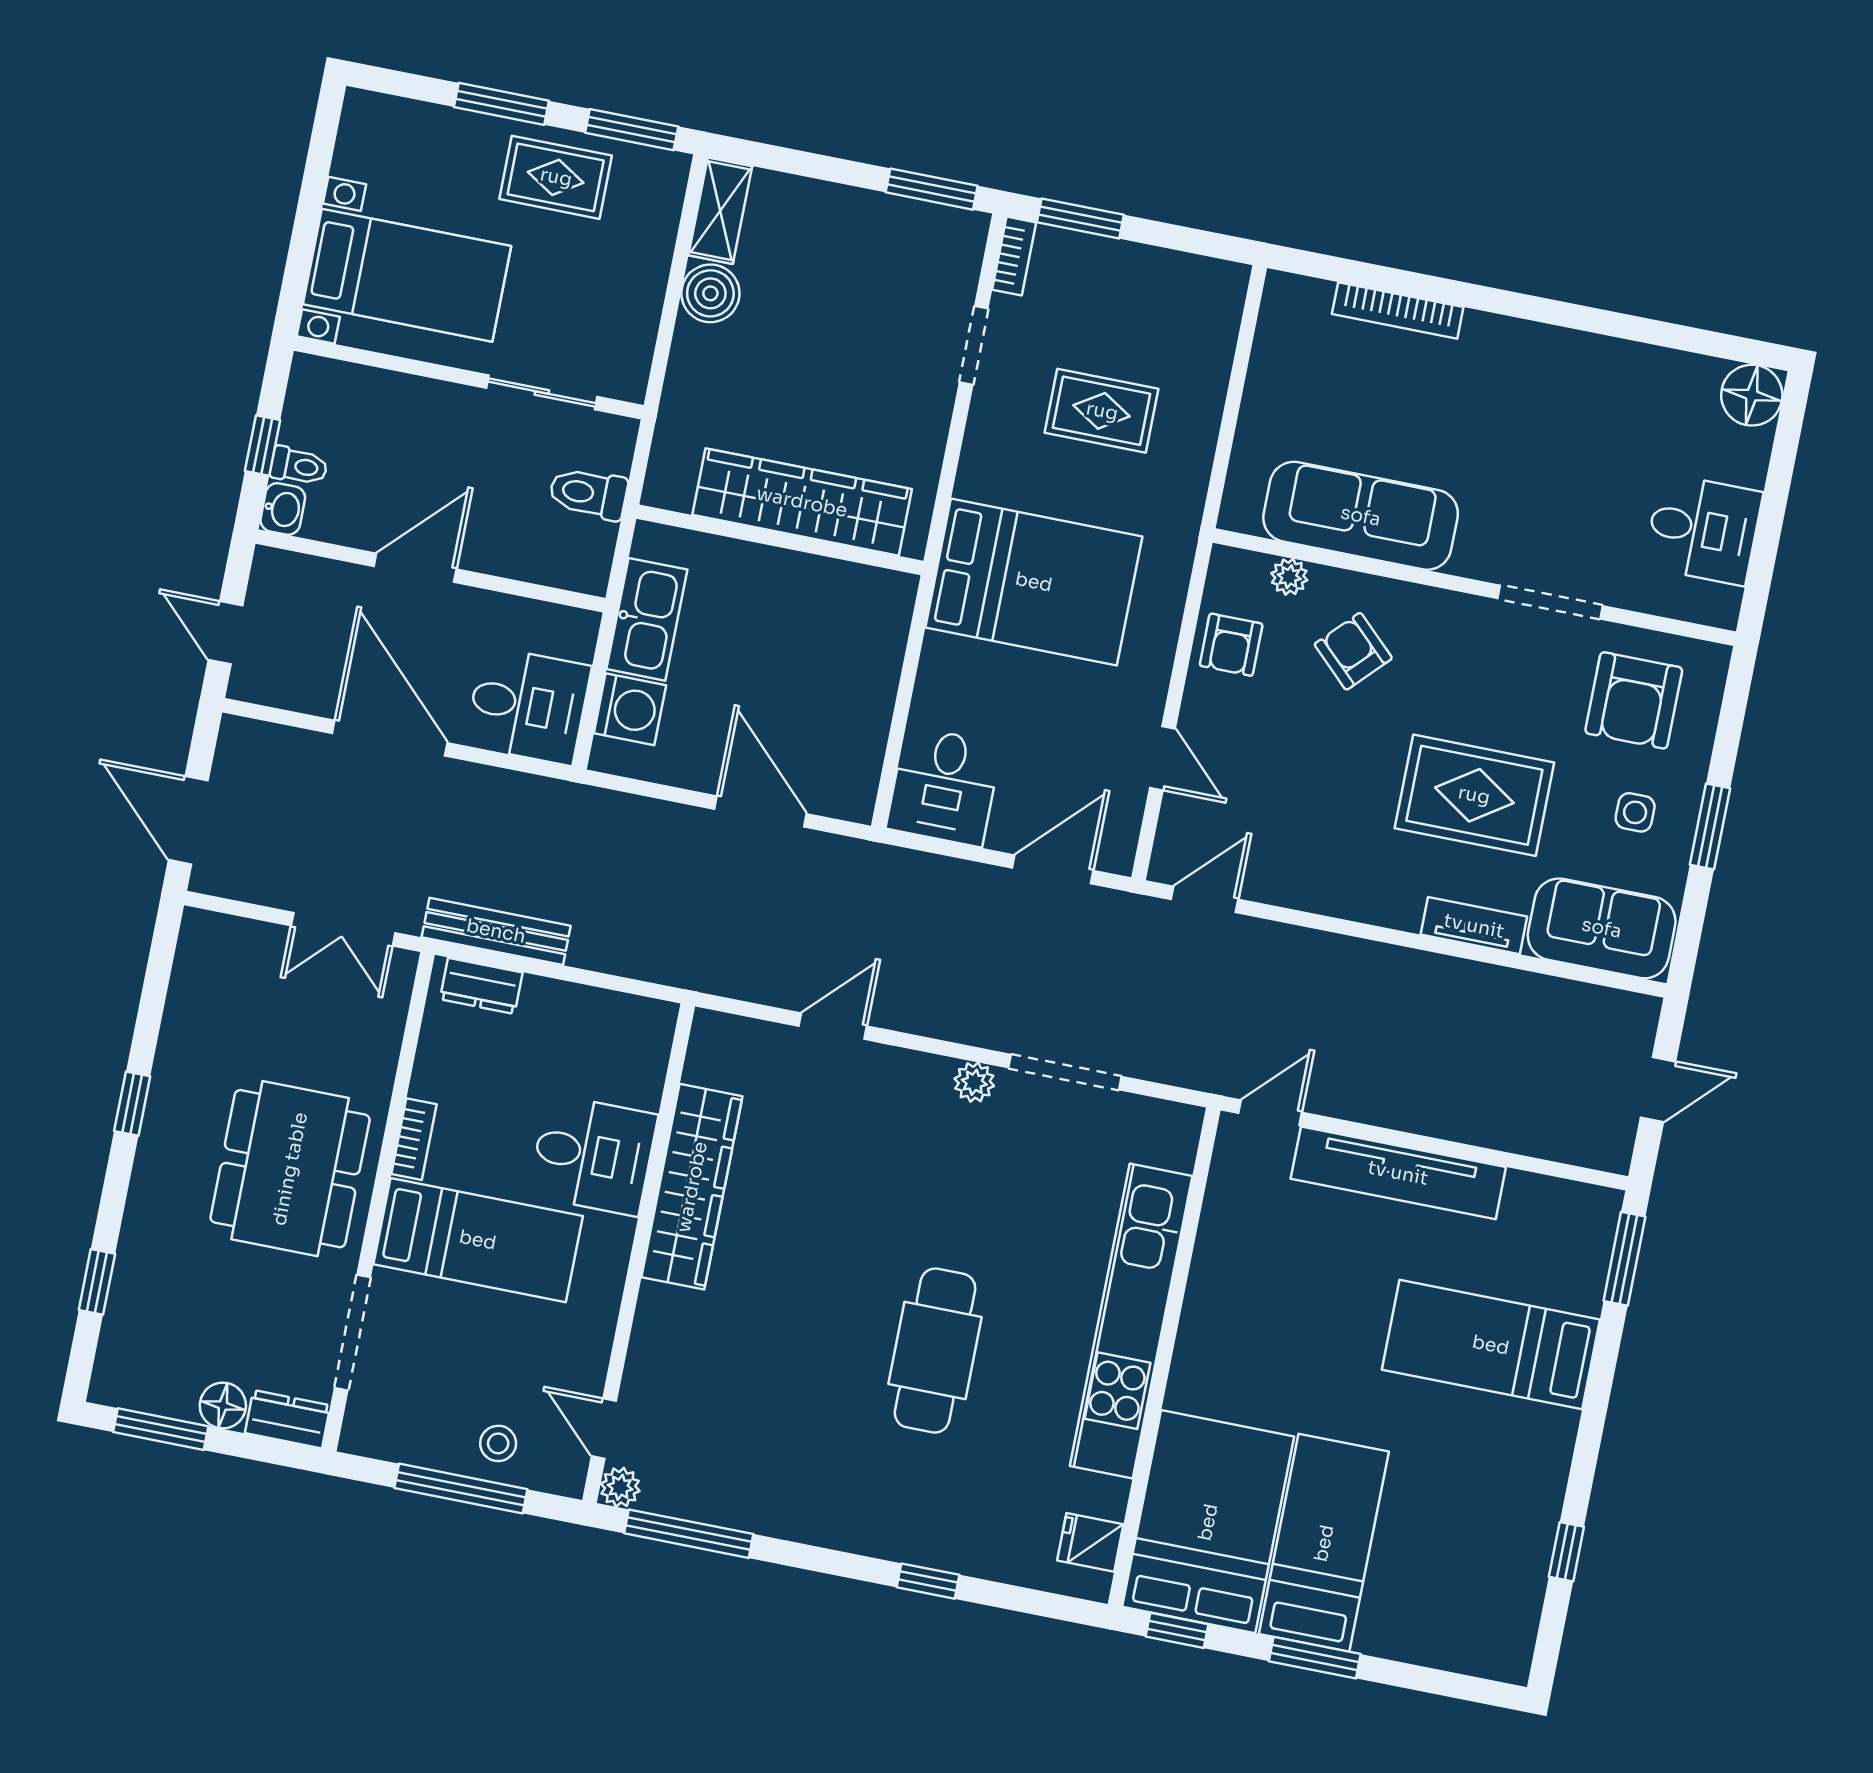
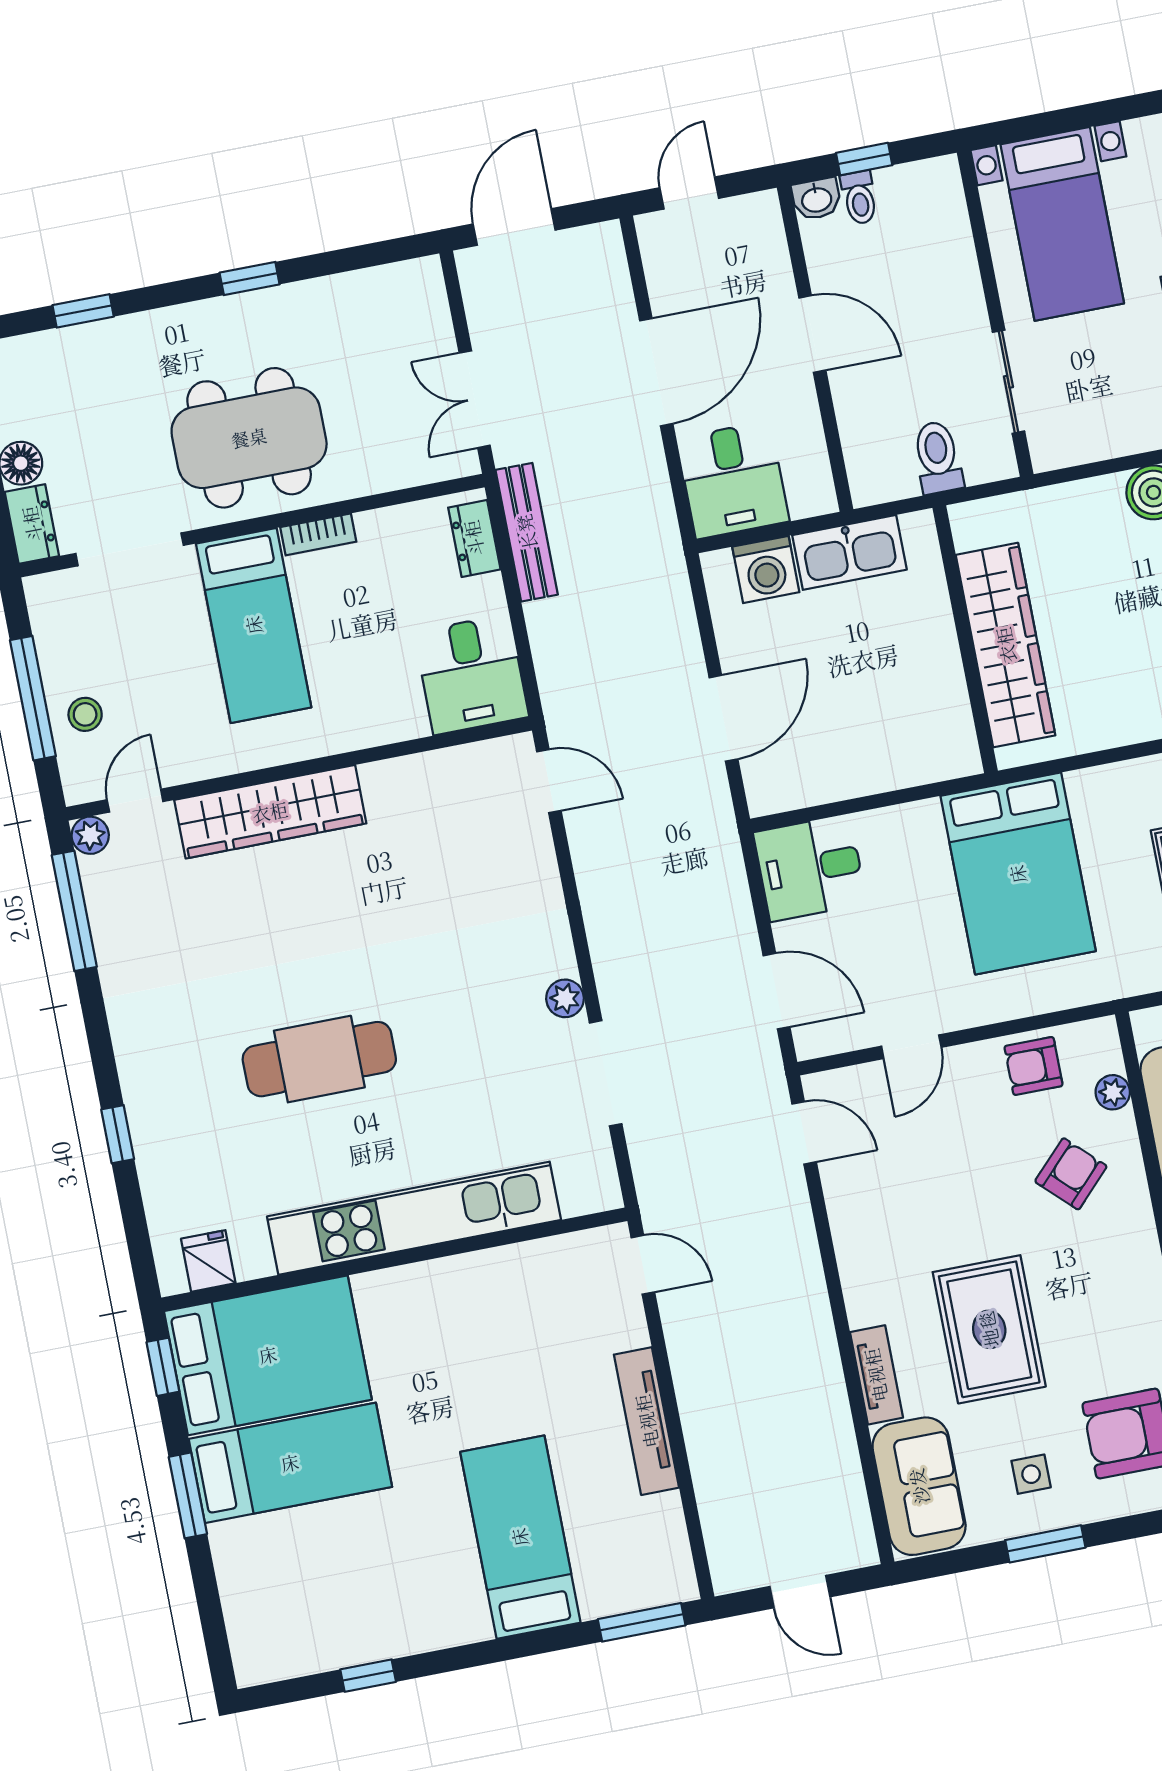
door: (833, 1026) -> (549, 781), moved
desk: (593, 1155) -> (471, 675), moved
tv unit: (1398, 1173) -> (647, 1421), width x0.73, depth x0.78
wardrobe: (692, 1187) -> (270, 812), moved

